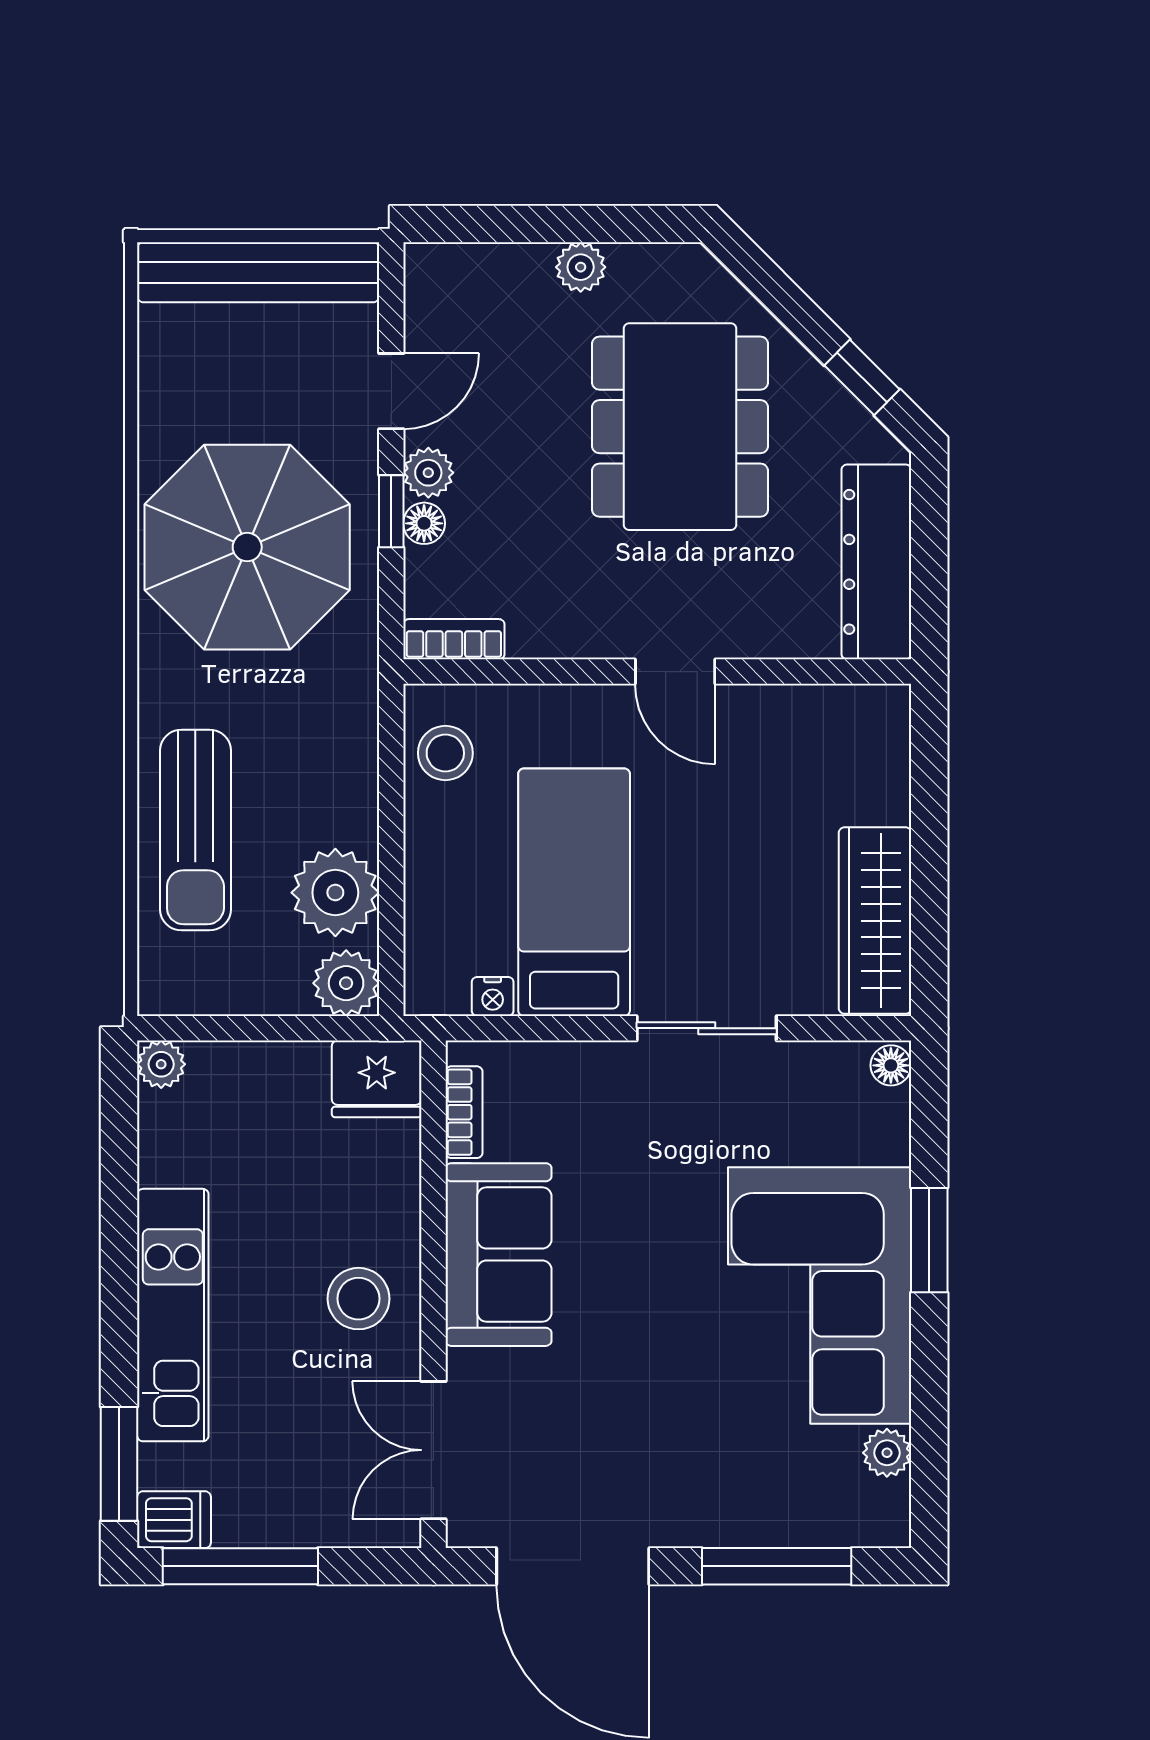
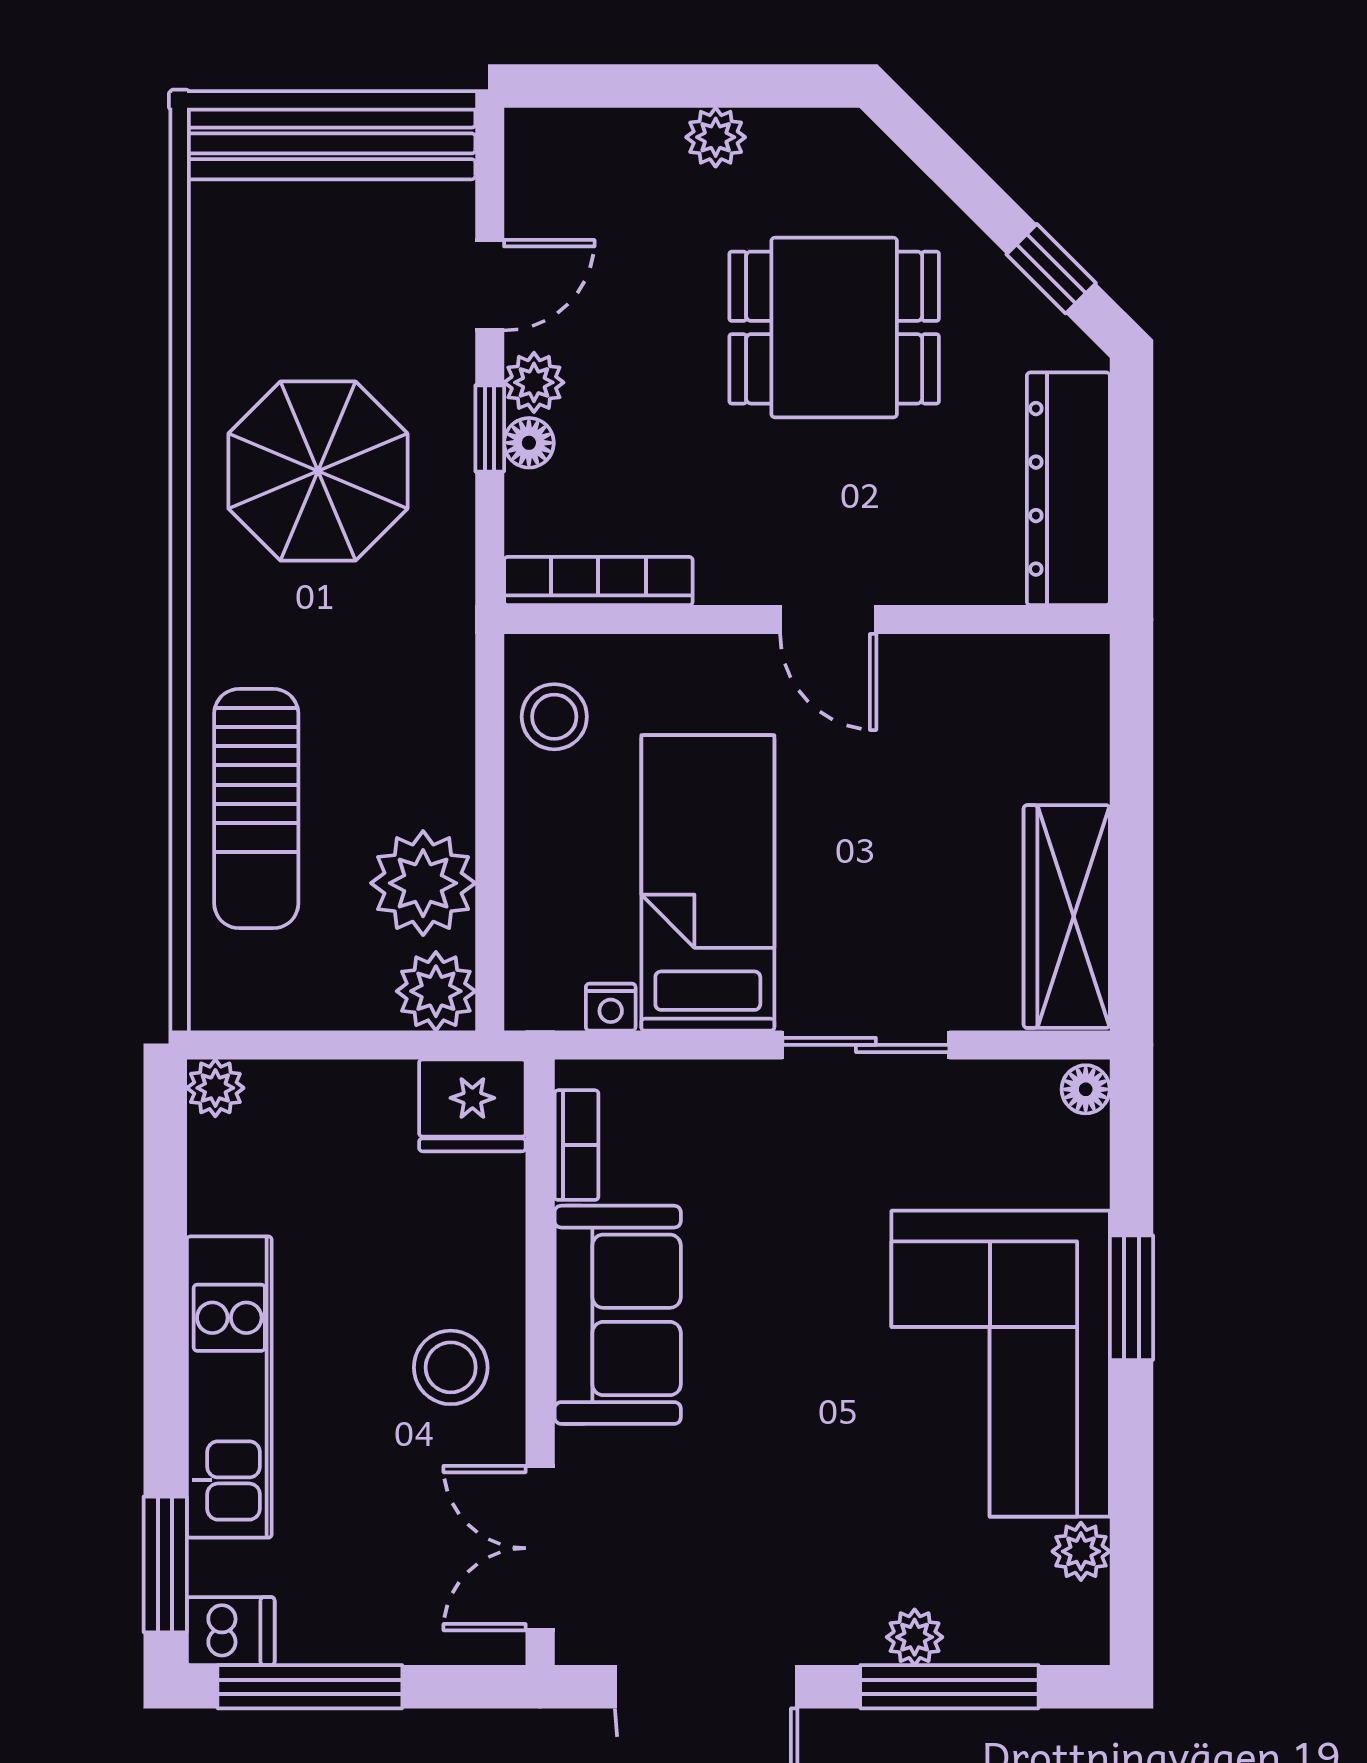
dining table: (680, 427) -> (834, 328), width x0.73
parasol: (247, 547) -> (318, 471), width x0.73, depth x0.73
bookcase: (454, 639) -> (598, 581), width x1.56
plant: (747, 1525) -> (915, 1637), added

